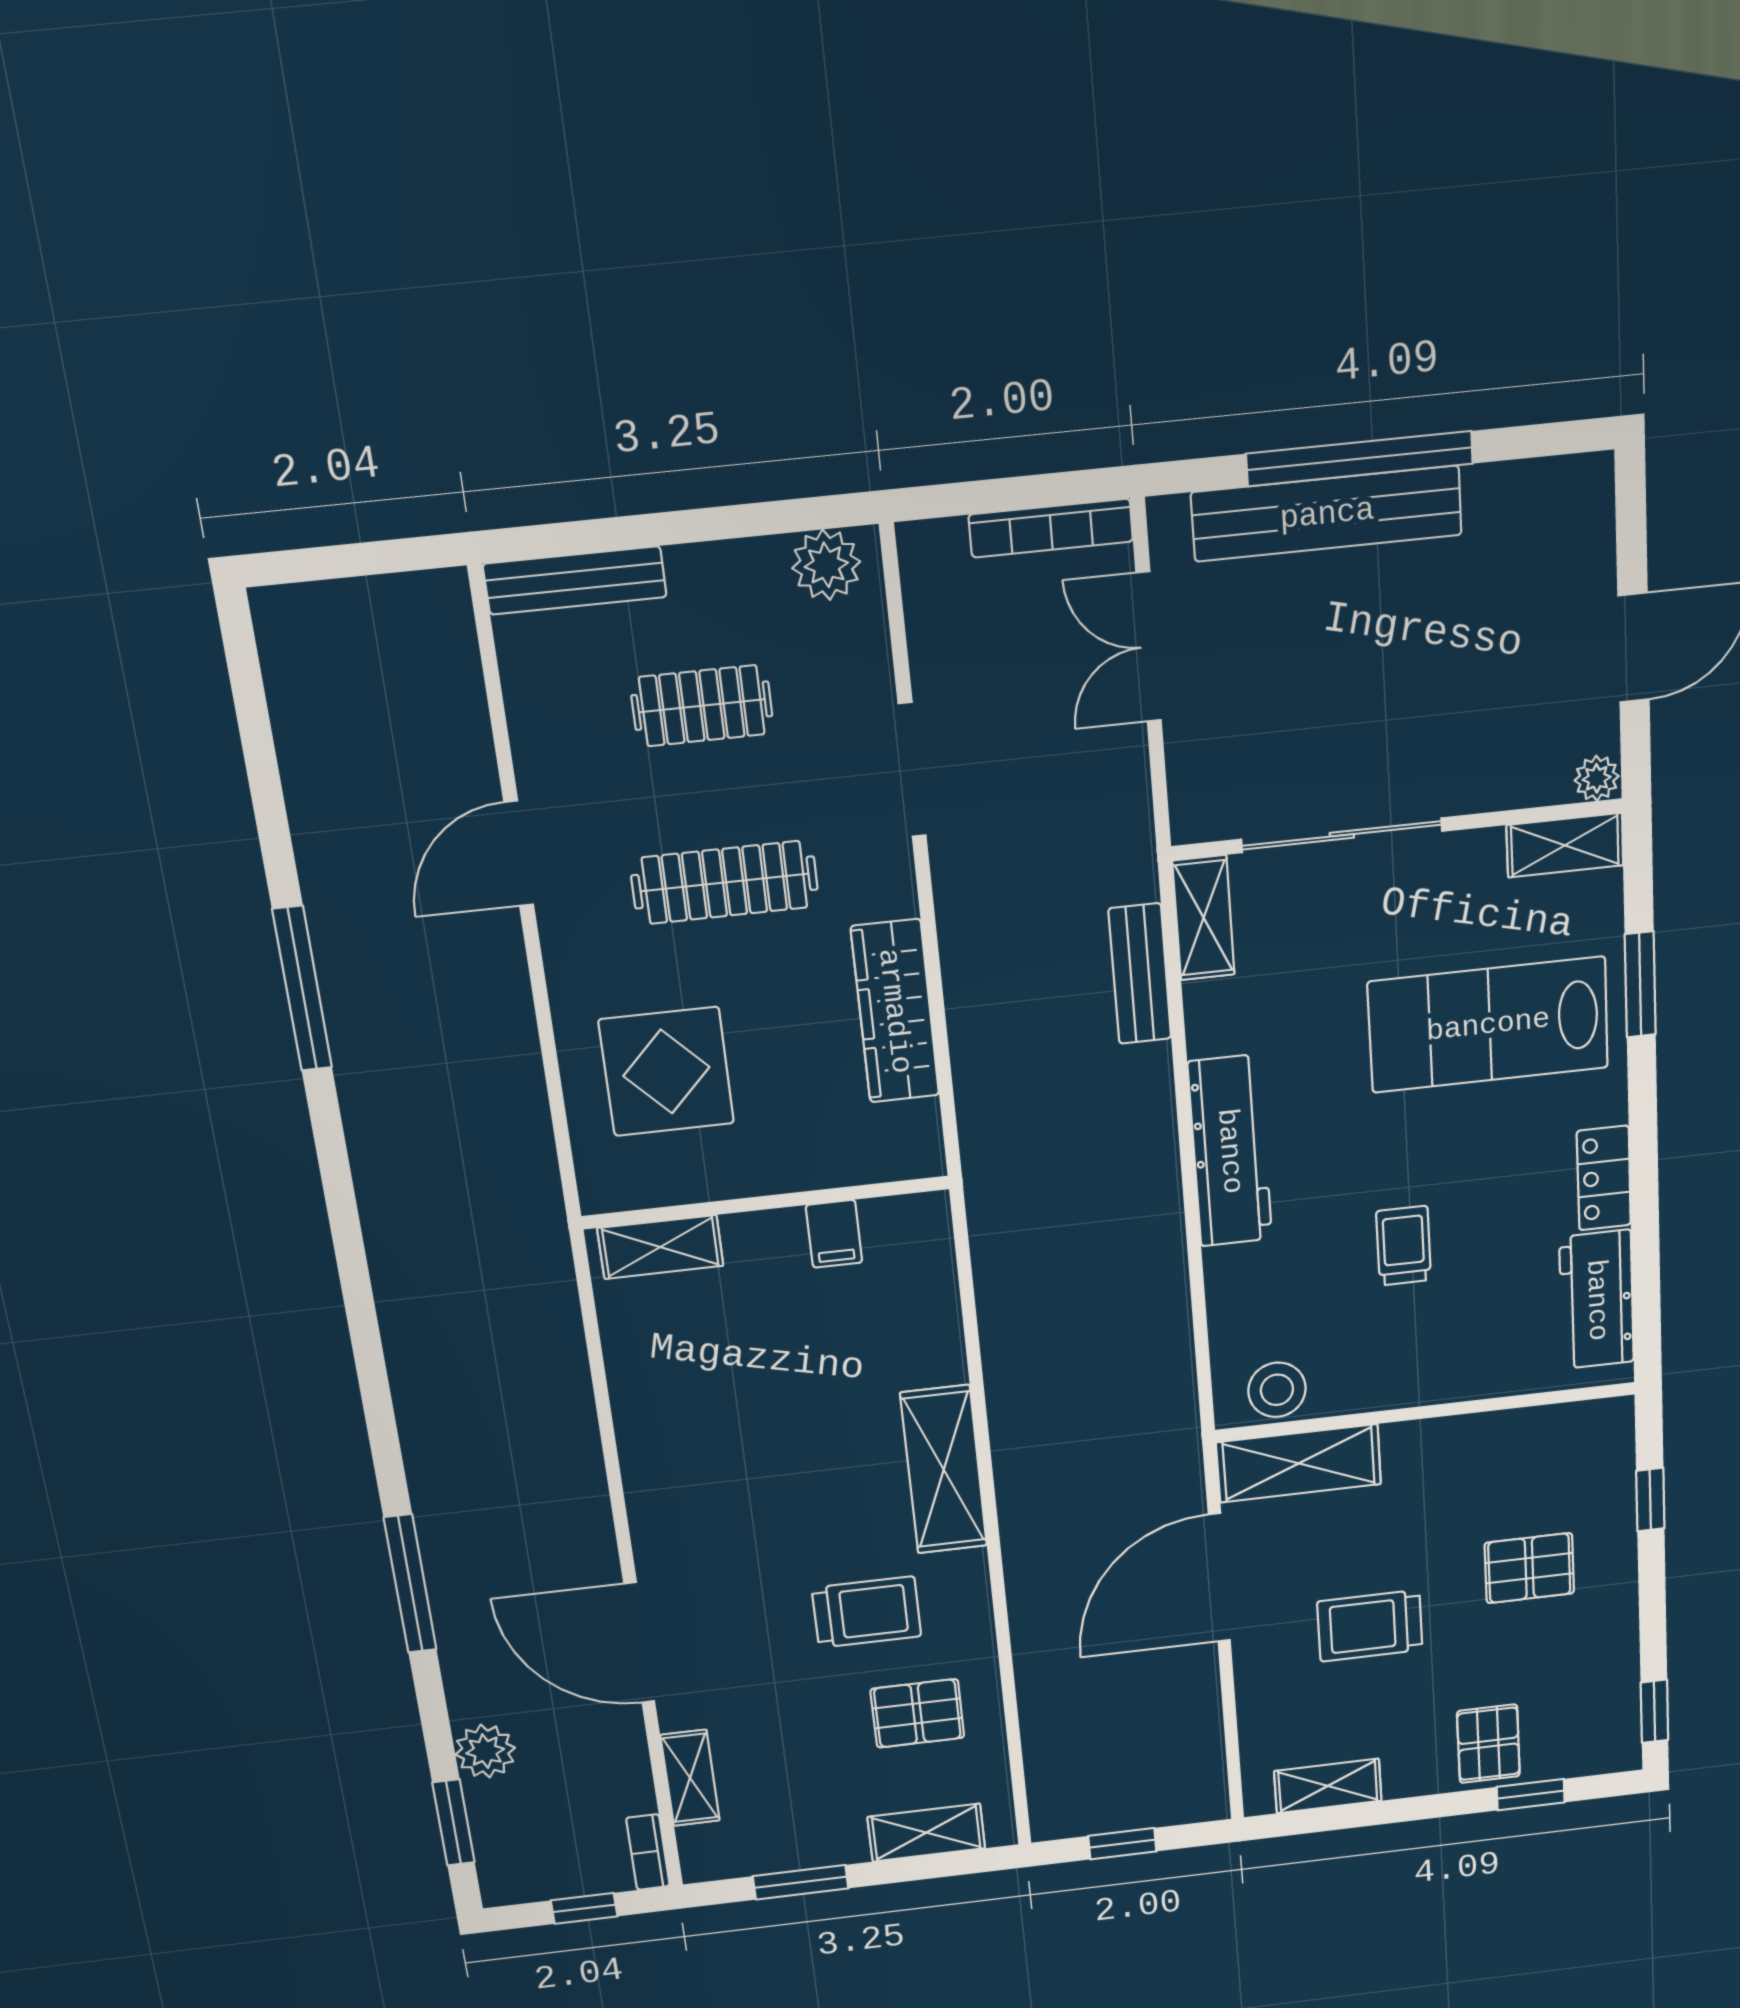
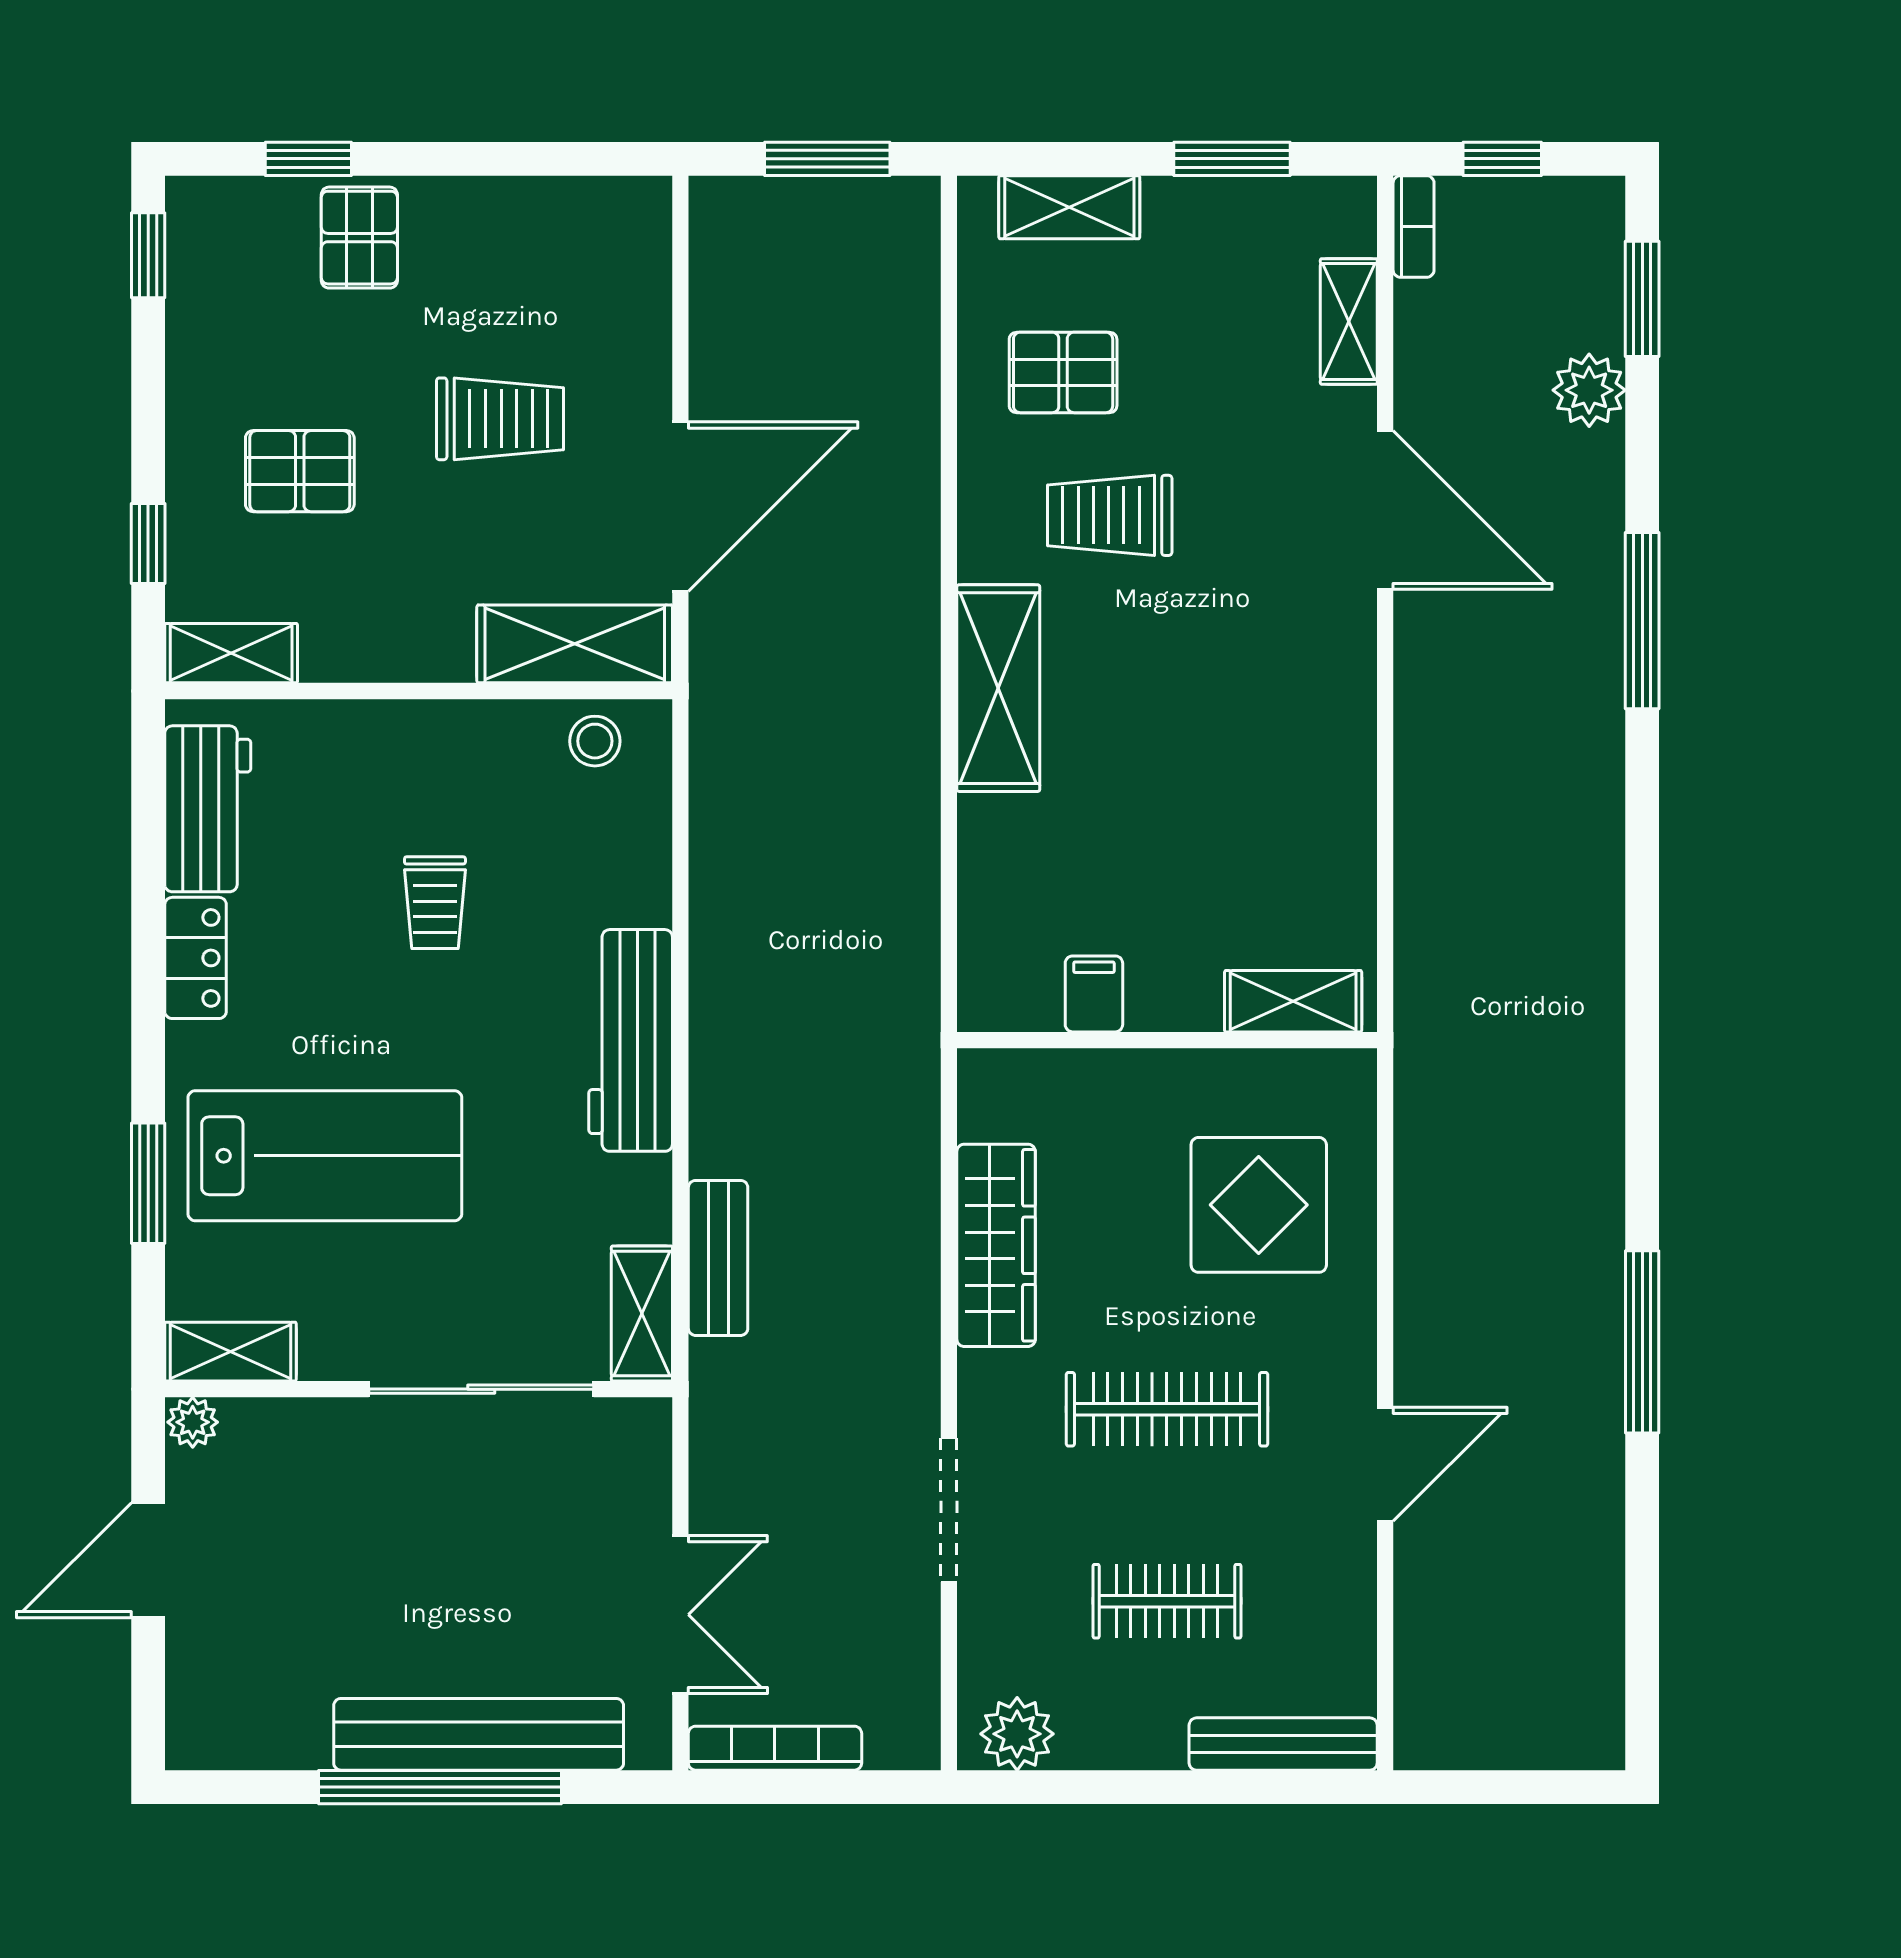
stool: (1277, 1390) -> (595, 741), width x0.73, depth x0.73
shelving: (1328, 1786) -> (231, 653), moved
window: (1122, 1844) -> (827, 159), width x1.50

